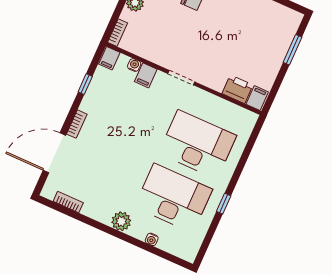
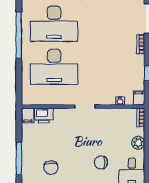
chair: (258, 20) -> (51, 168), added
window: (292, 50) -> (19, 158), width x1.44
filing cabinet: (146, 75) -> (109, 97), removed
window: (224, 204) -> (19, 35), width x3.17

